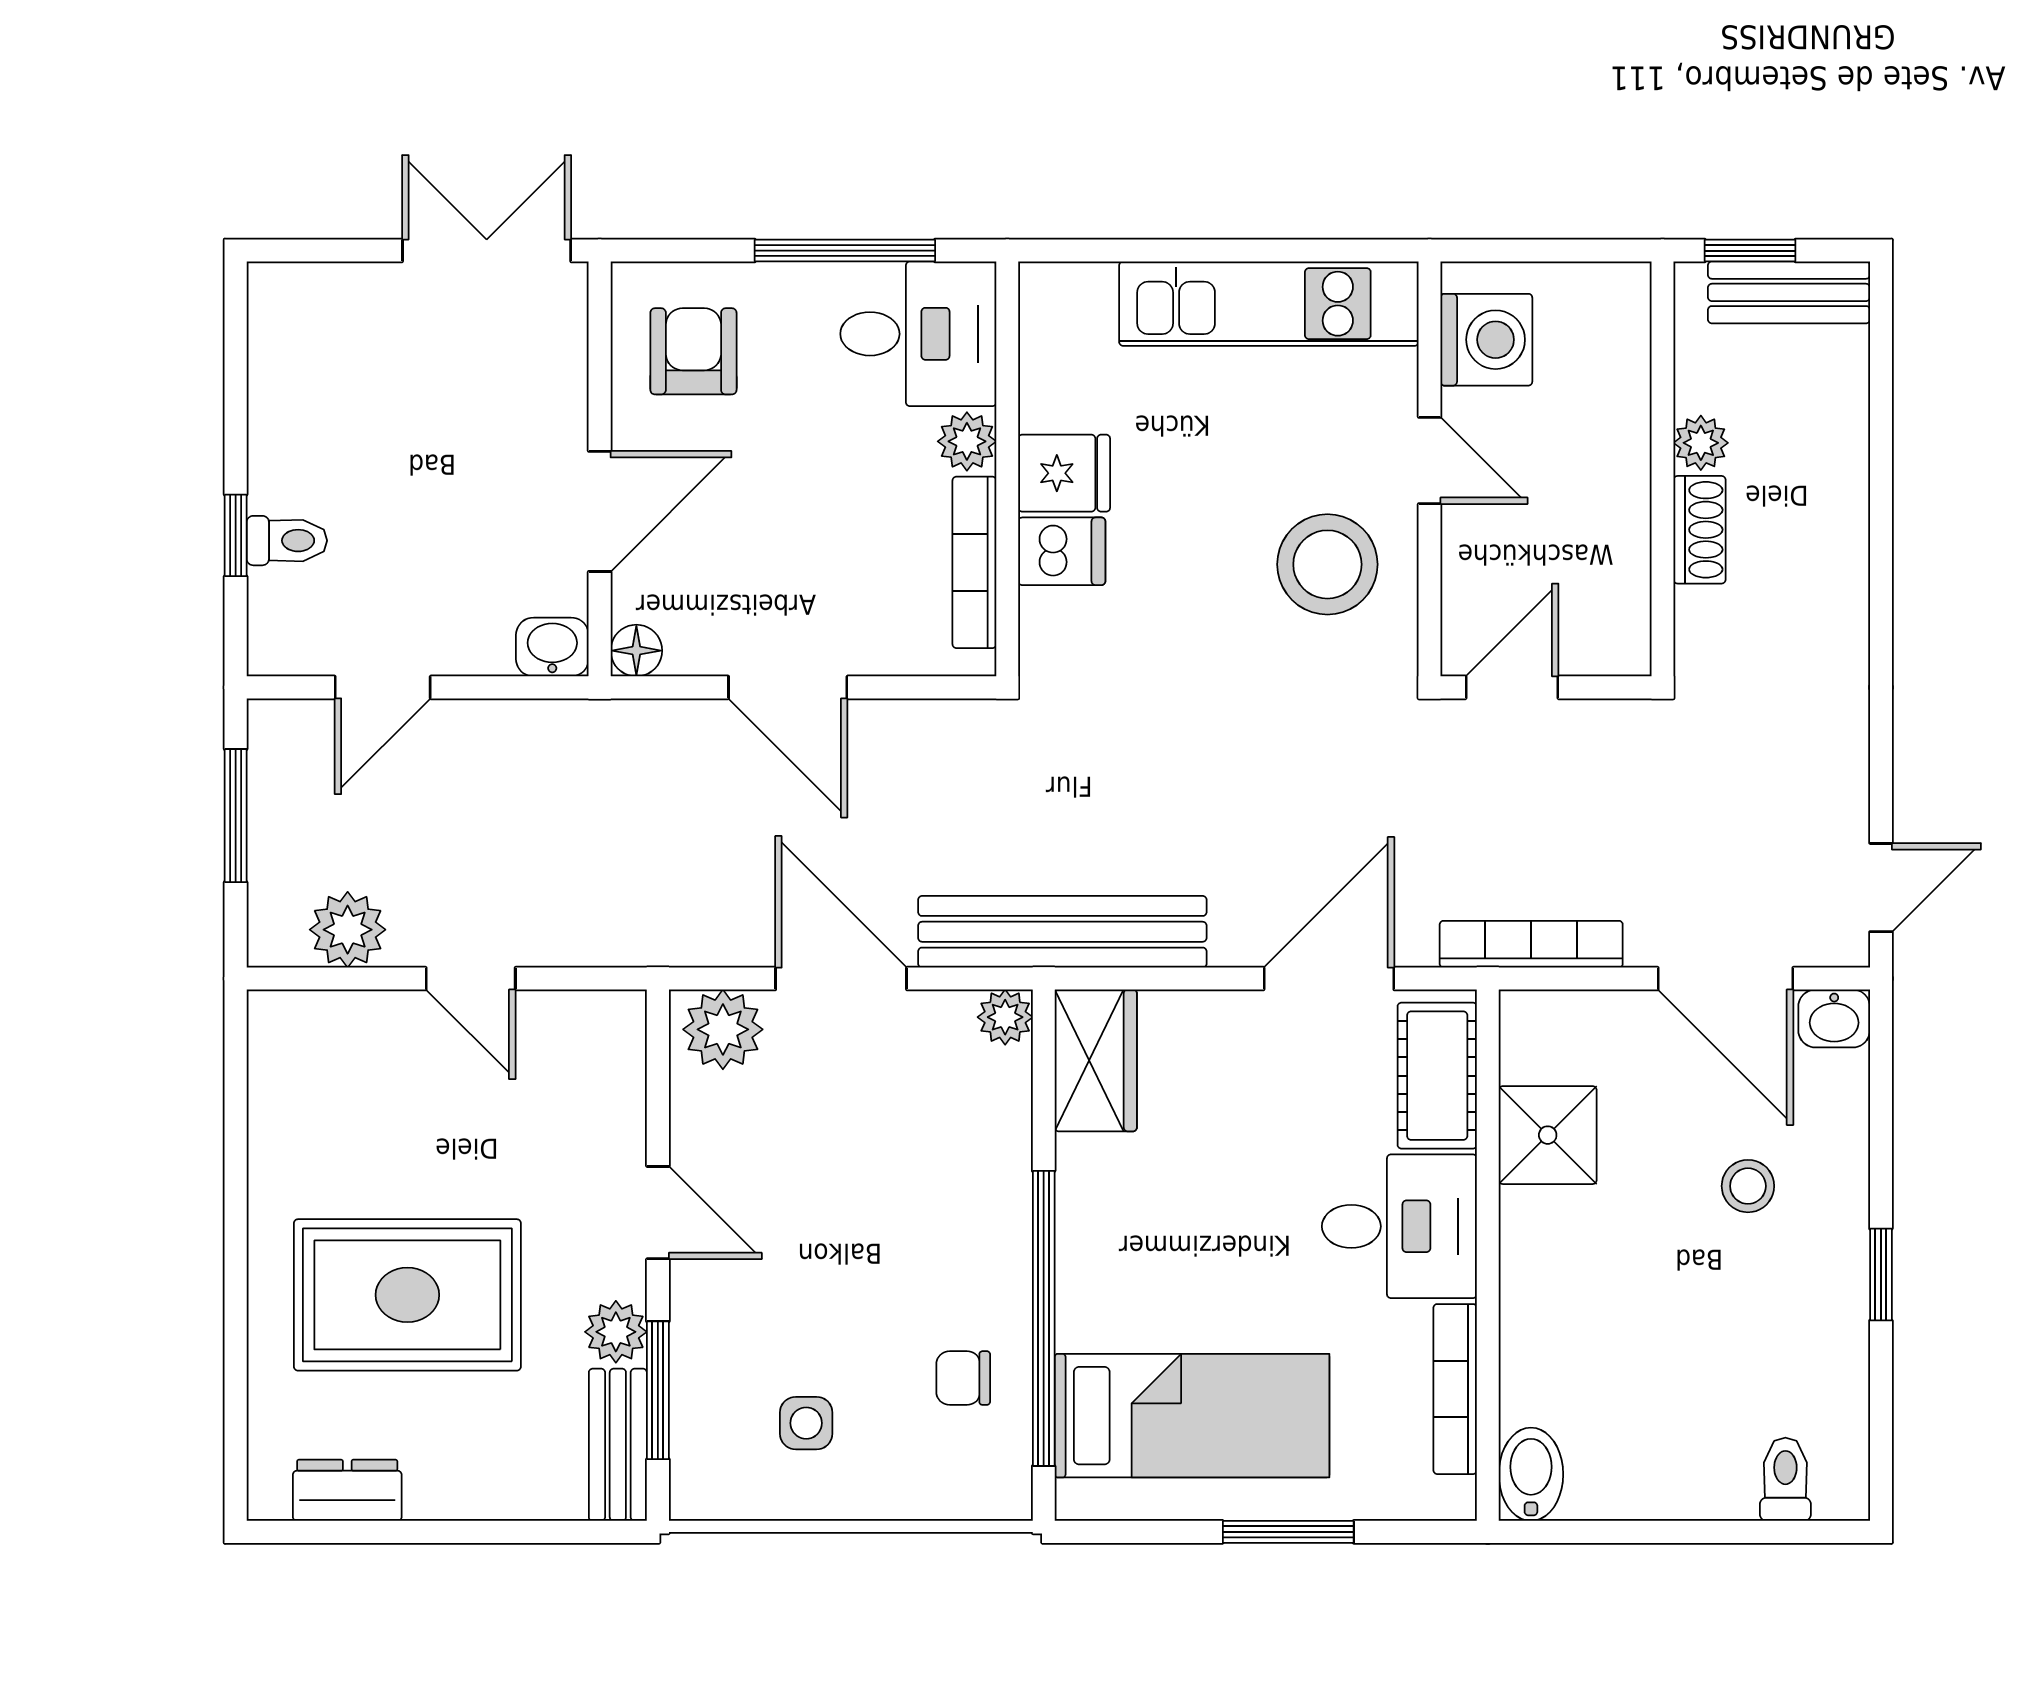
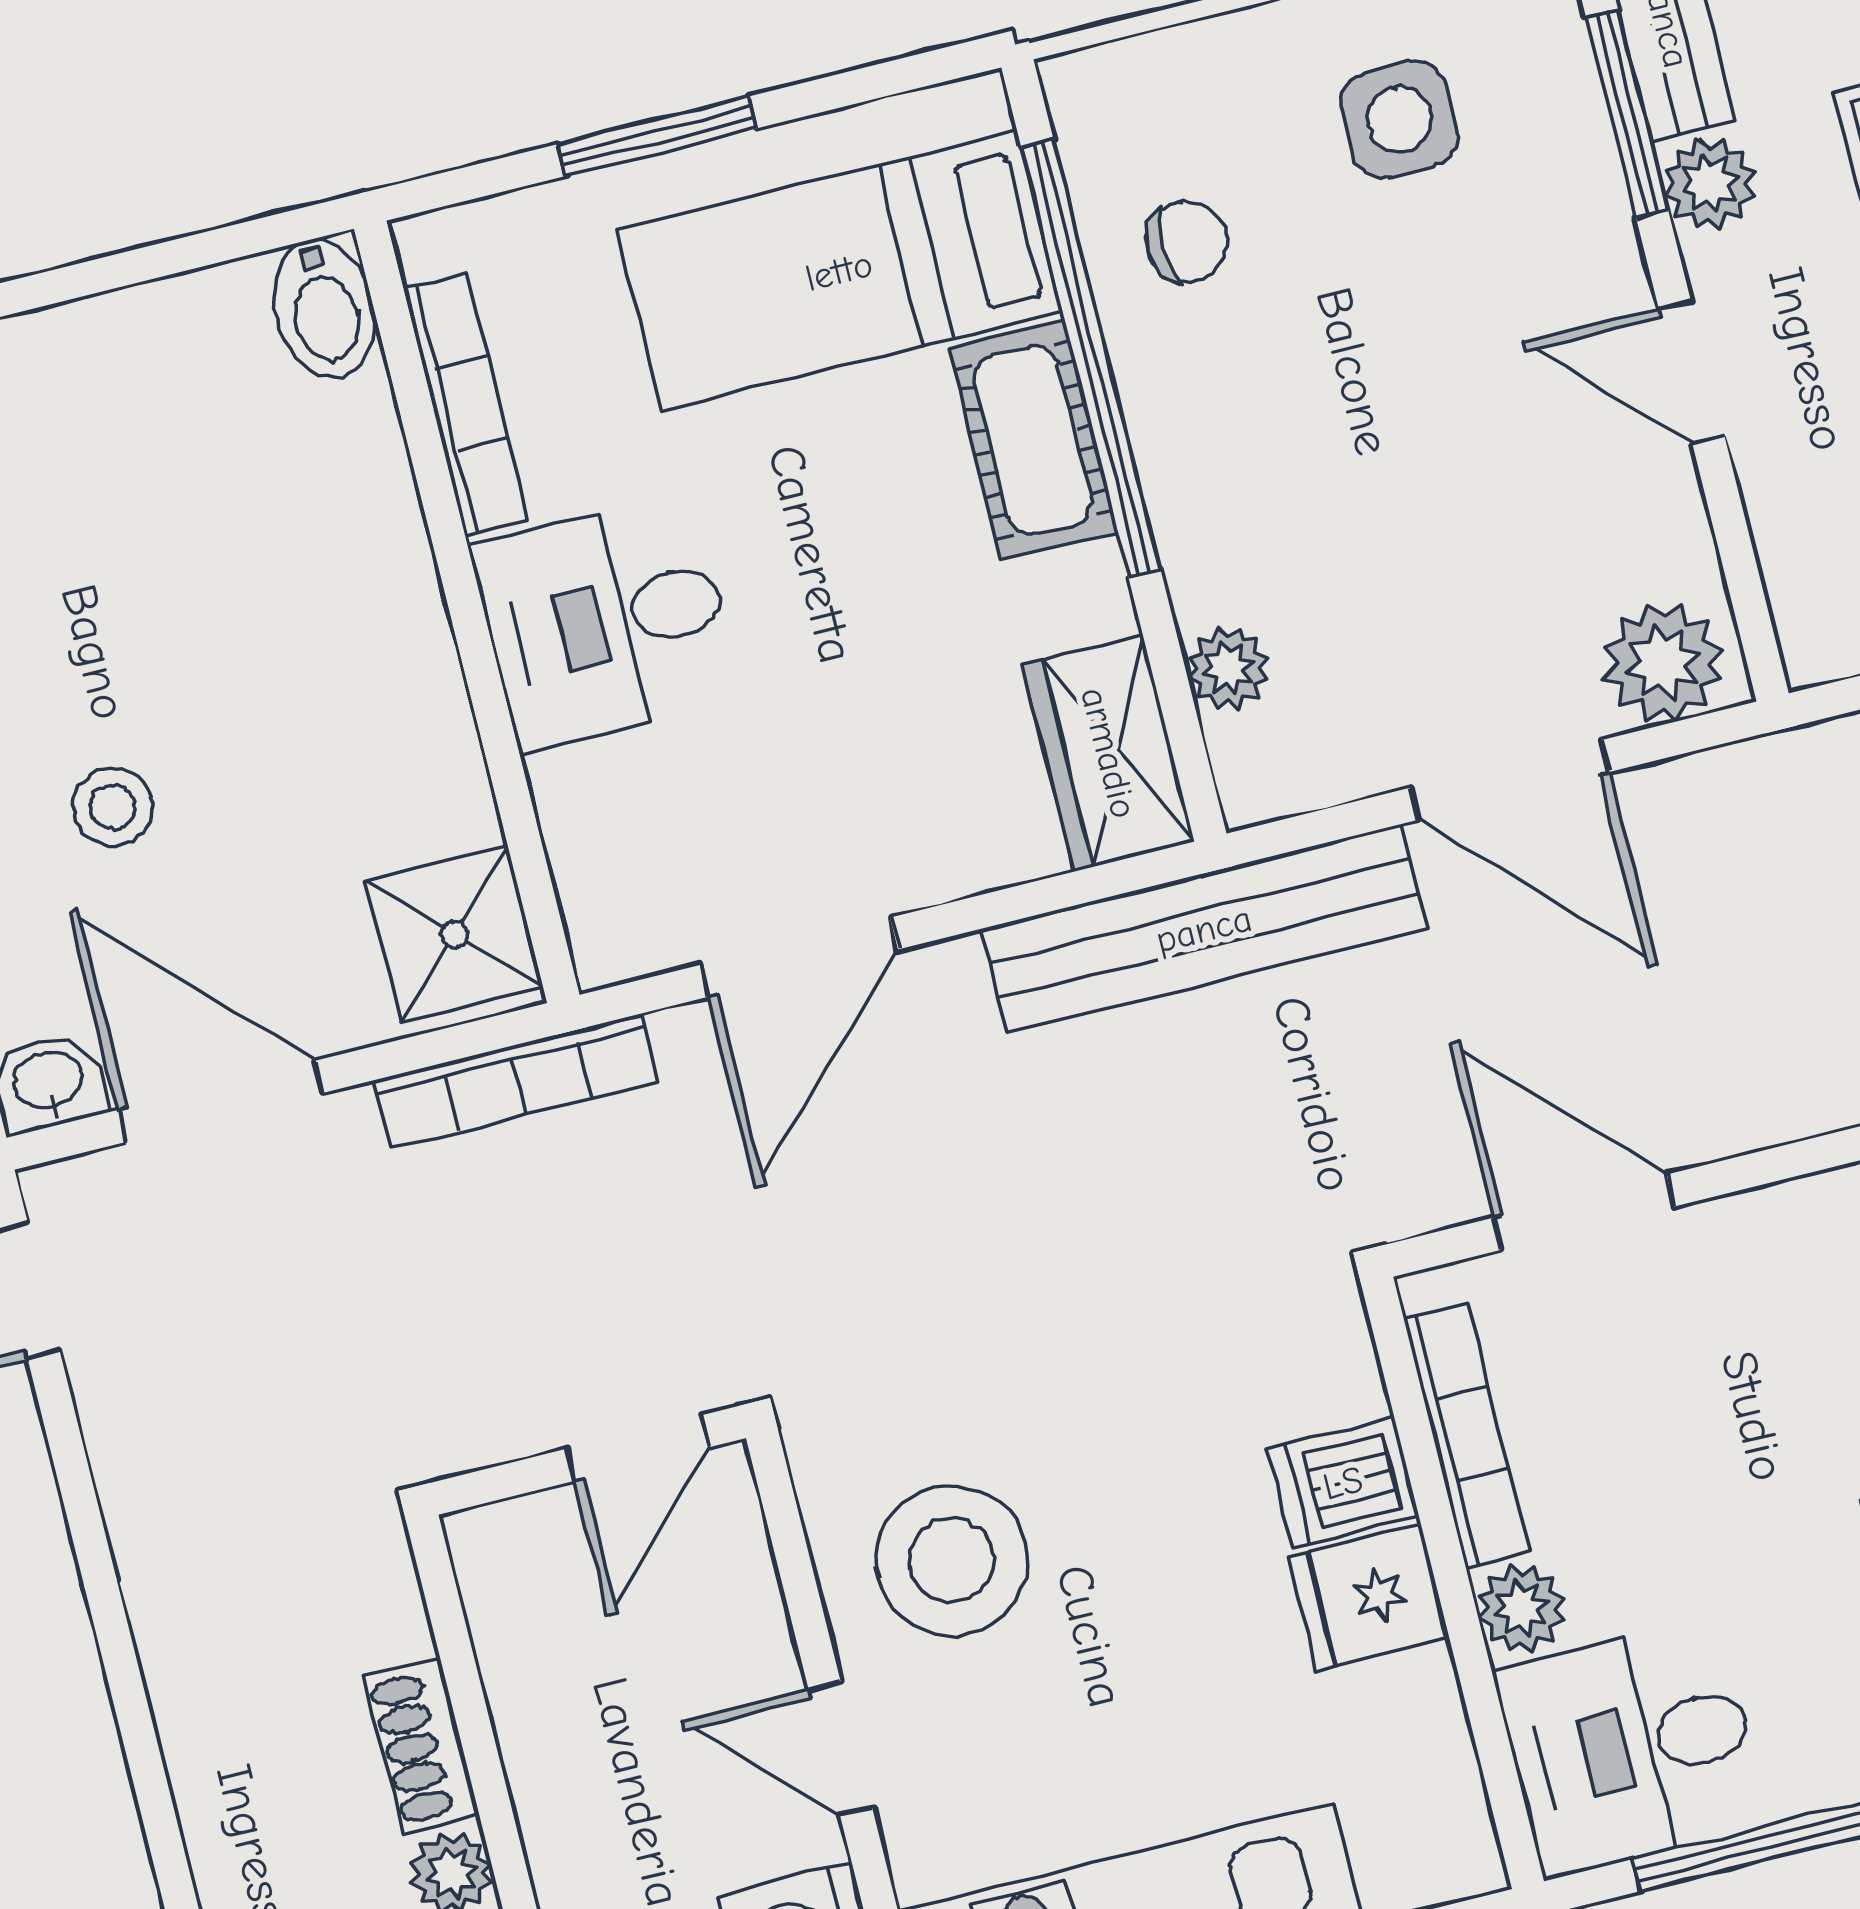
door: (788, 687) -> (1584, 1212), moved
plant: (1005, 1017) -> (1228, 668), moved
cot: (1437, 1076) -> (1033, 440), moved
shower: (1548, 1135) -> (455, 934), moved
side table: (806, 1423) -> (1399, 120), width x1.37, depth x1.37

